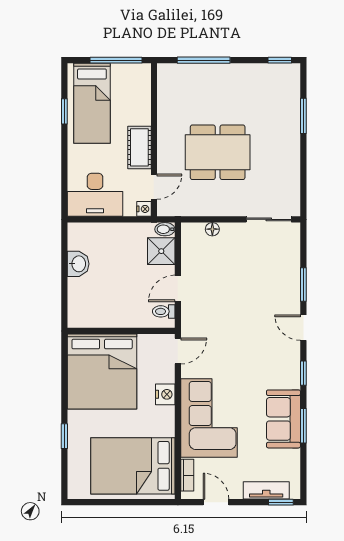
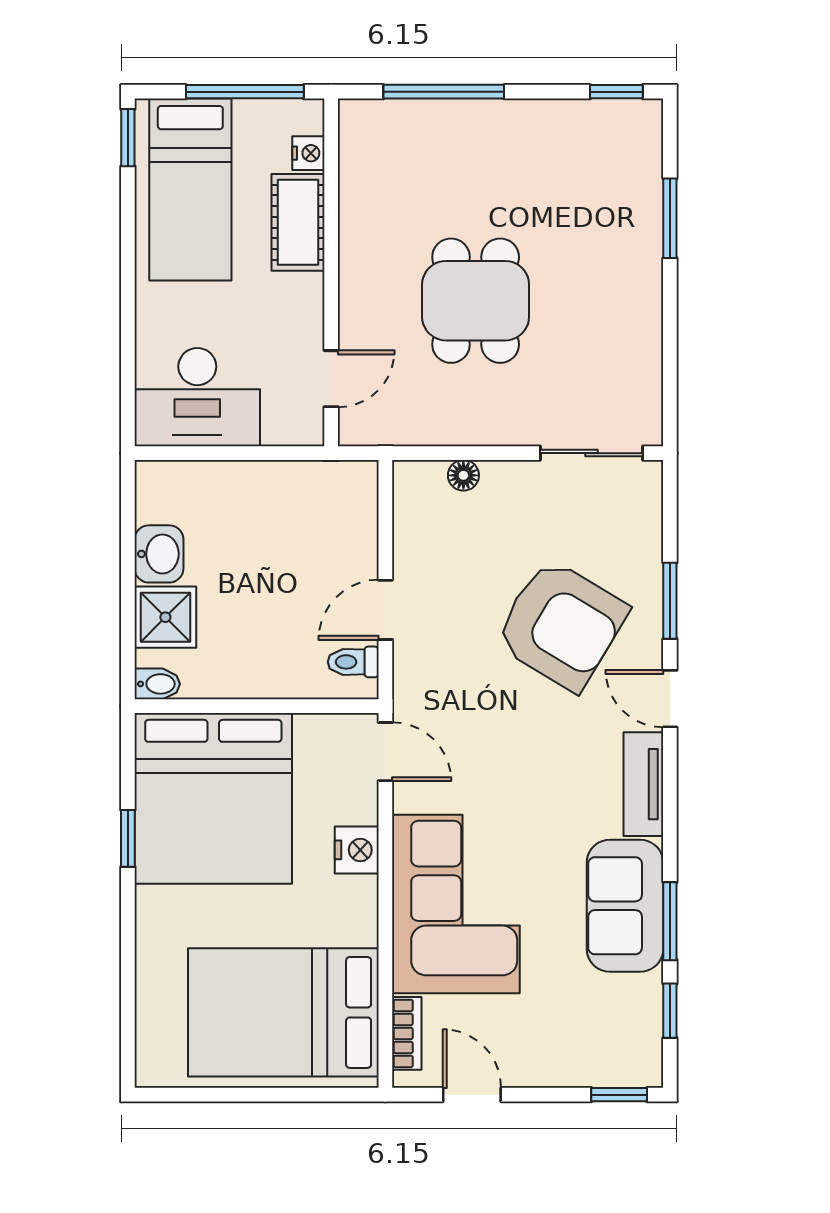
window: (64, 111) -> (128, 138), moved
cot: (139, 147) -> (298, 222), moved
dining table: (218, 152) -> (476, 301), width x0.73
nightstand: (144, 209) -> (308, 153), moved
bidet: (165, 229) -> (157, 684), moved, turned 180
shower: (161, 251) -> (165, 617), moved
armchair: (255, 295) -> (561, 625), added
door: (178, 351) -> (385, 752), hinge flipped
window: (303, 373) -> (670, 1011), moved
window: (64, 436) -> (128, 838), moved
tv unit: (266, 490) -> (643, 784), moved, turned -90

